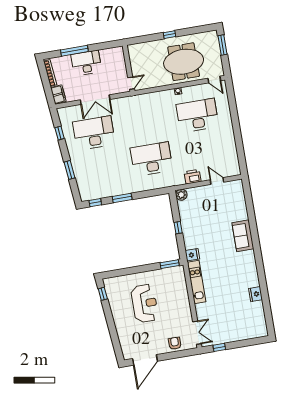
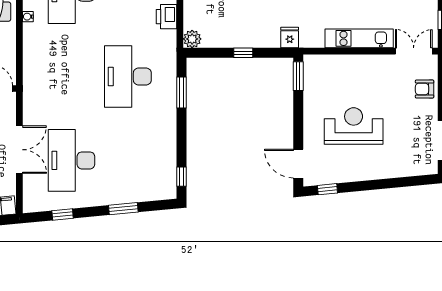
window: (122, 198) -> (182, 93), moved
door: (116, 273) -> (298, 164), added
kitchen unit: (197, 282) -> (359, 38), moved

